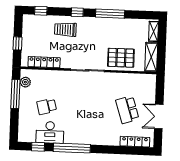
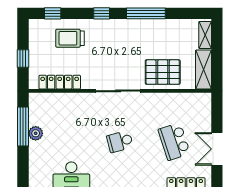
trolley: (65, 30) -> (70, 38), moved
plant: (25, 82) -> (36, 133), moved
school desk: (47, 106) -> (120, 142), moved

